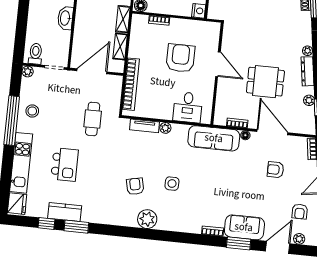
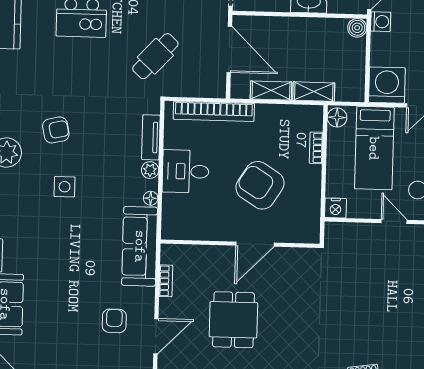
armchair: (180, 58) -> (260, 185), turned -148
desk: (188, 107) -> (186, 171), moved
cafe table: (93, 119) -> (155, 56), turned -47
door: (272, 132) -> (156, 336), width x0.73
floor lamp: (245, 135) -> (151, 198), moved
armchair: (276, 170) -> (114, 321), moved

